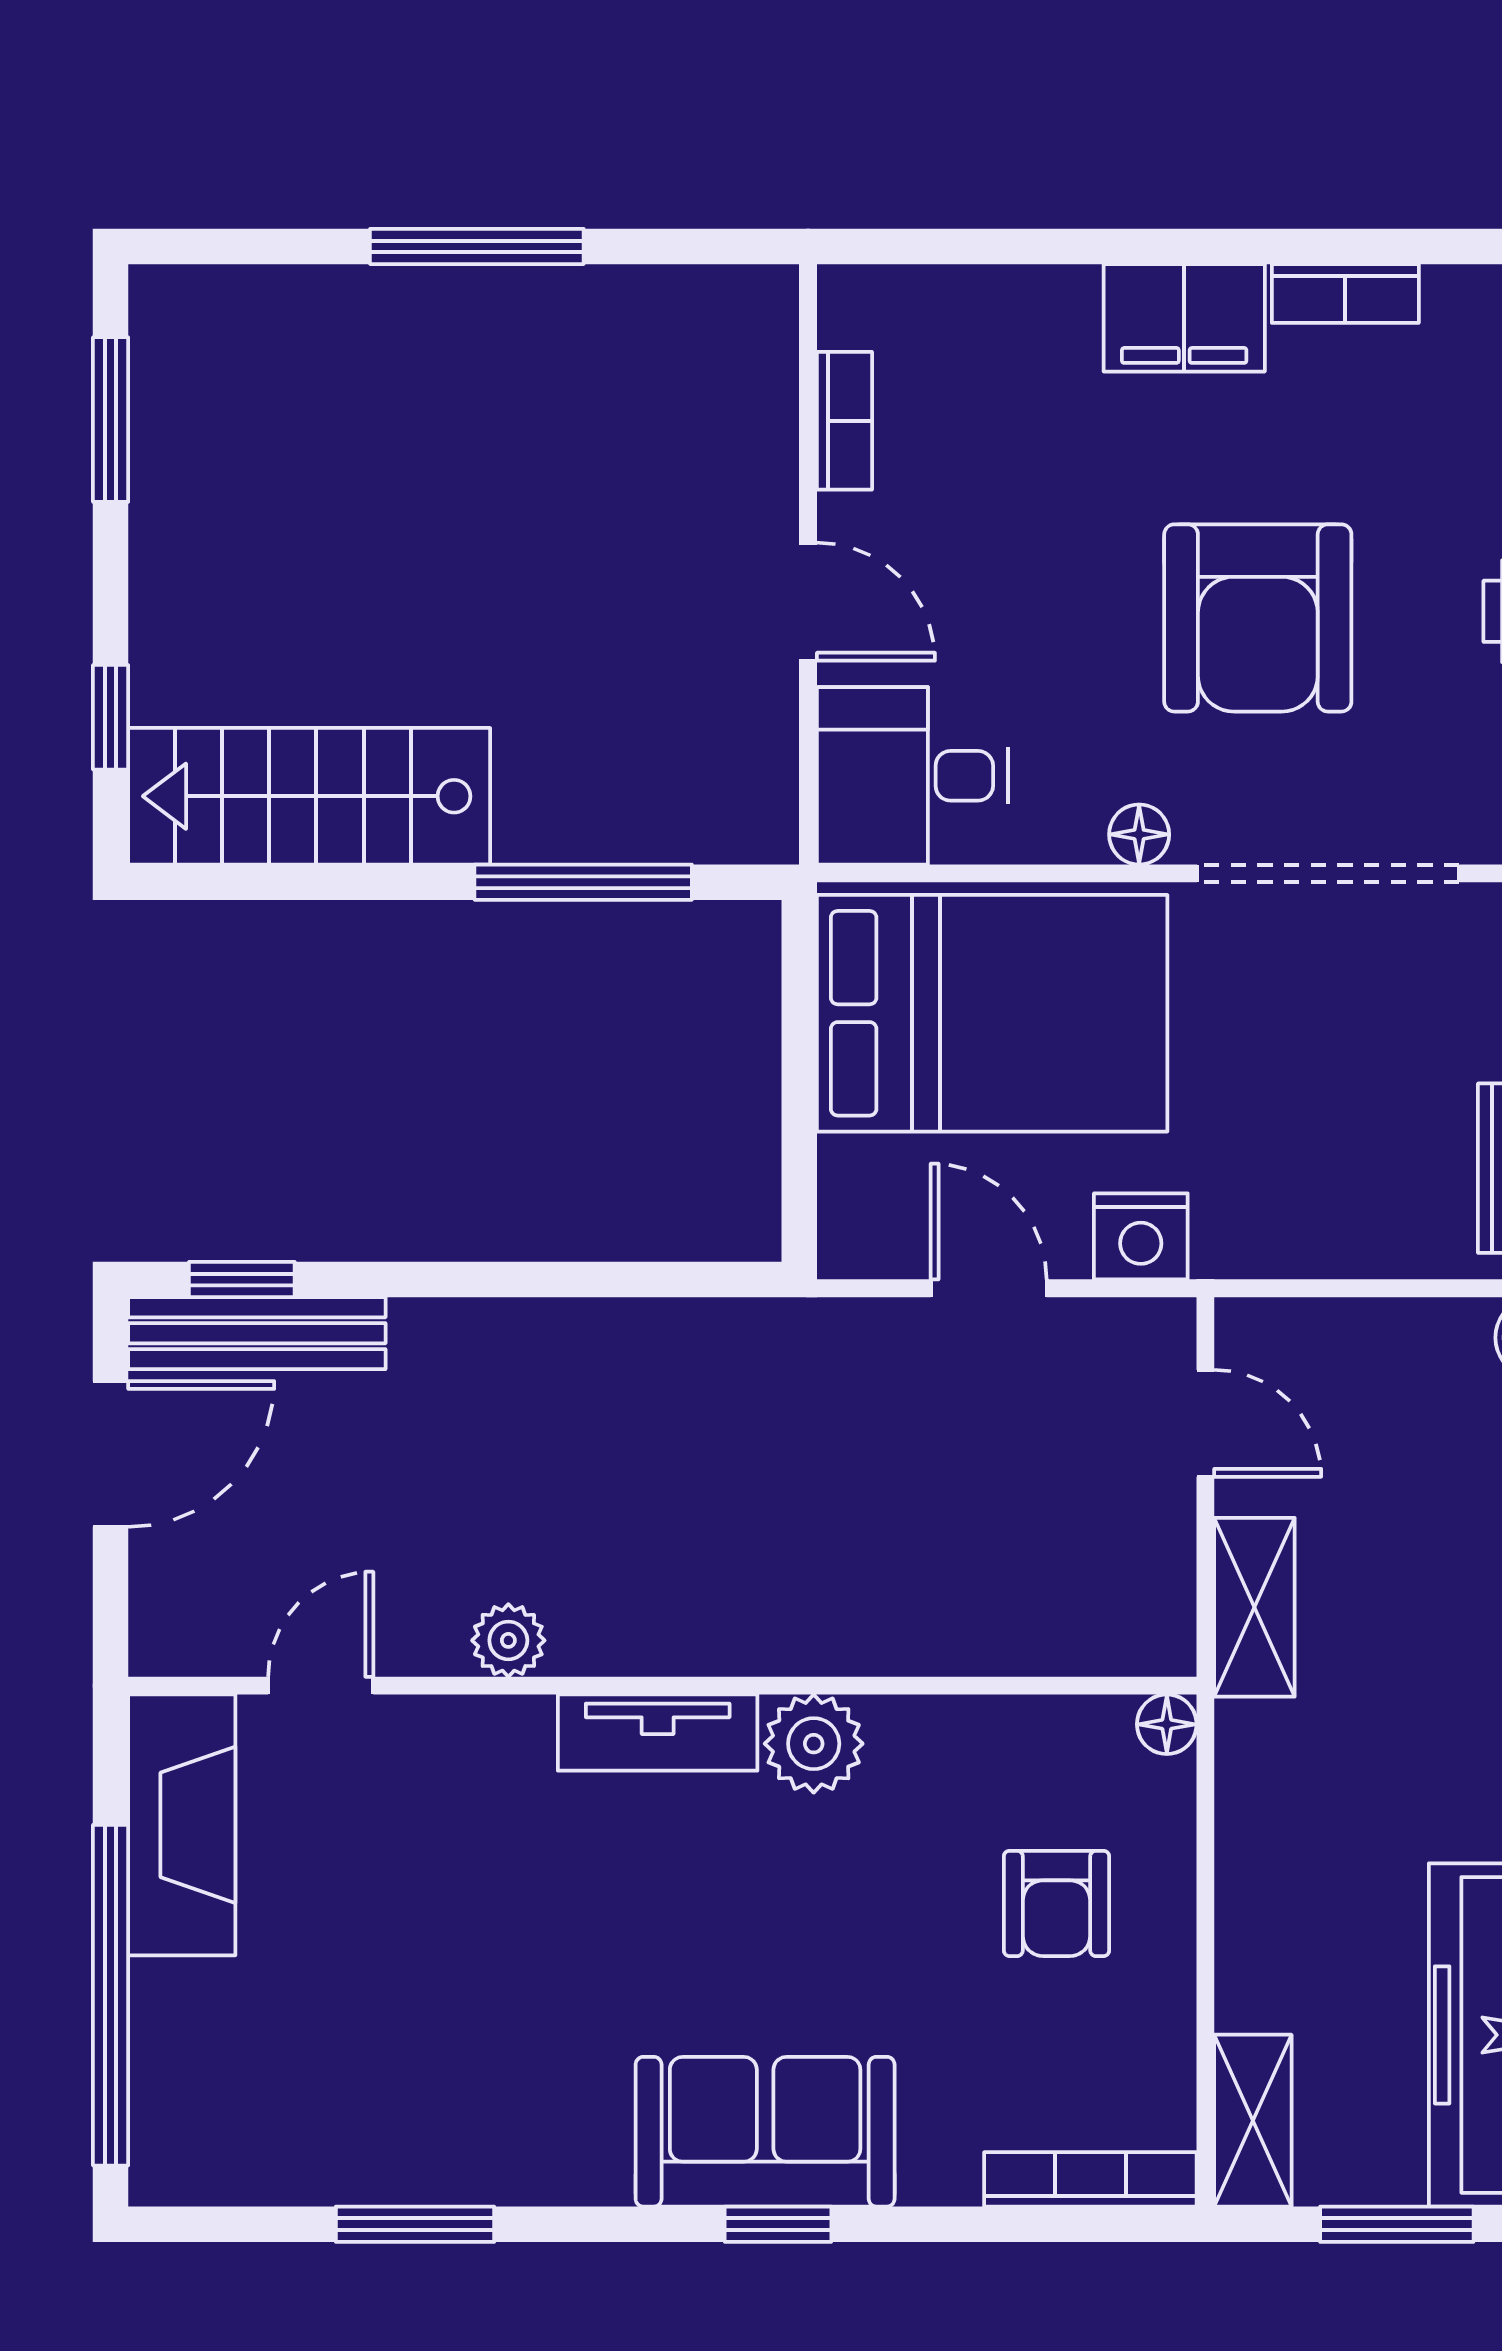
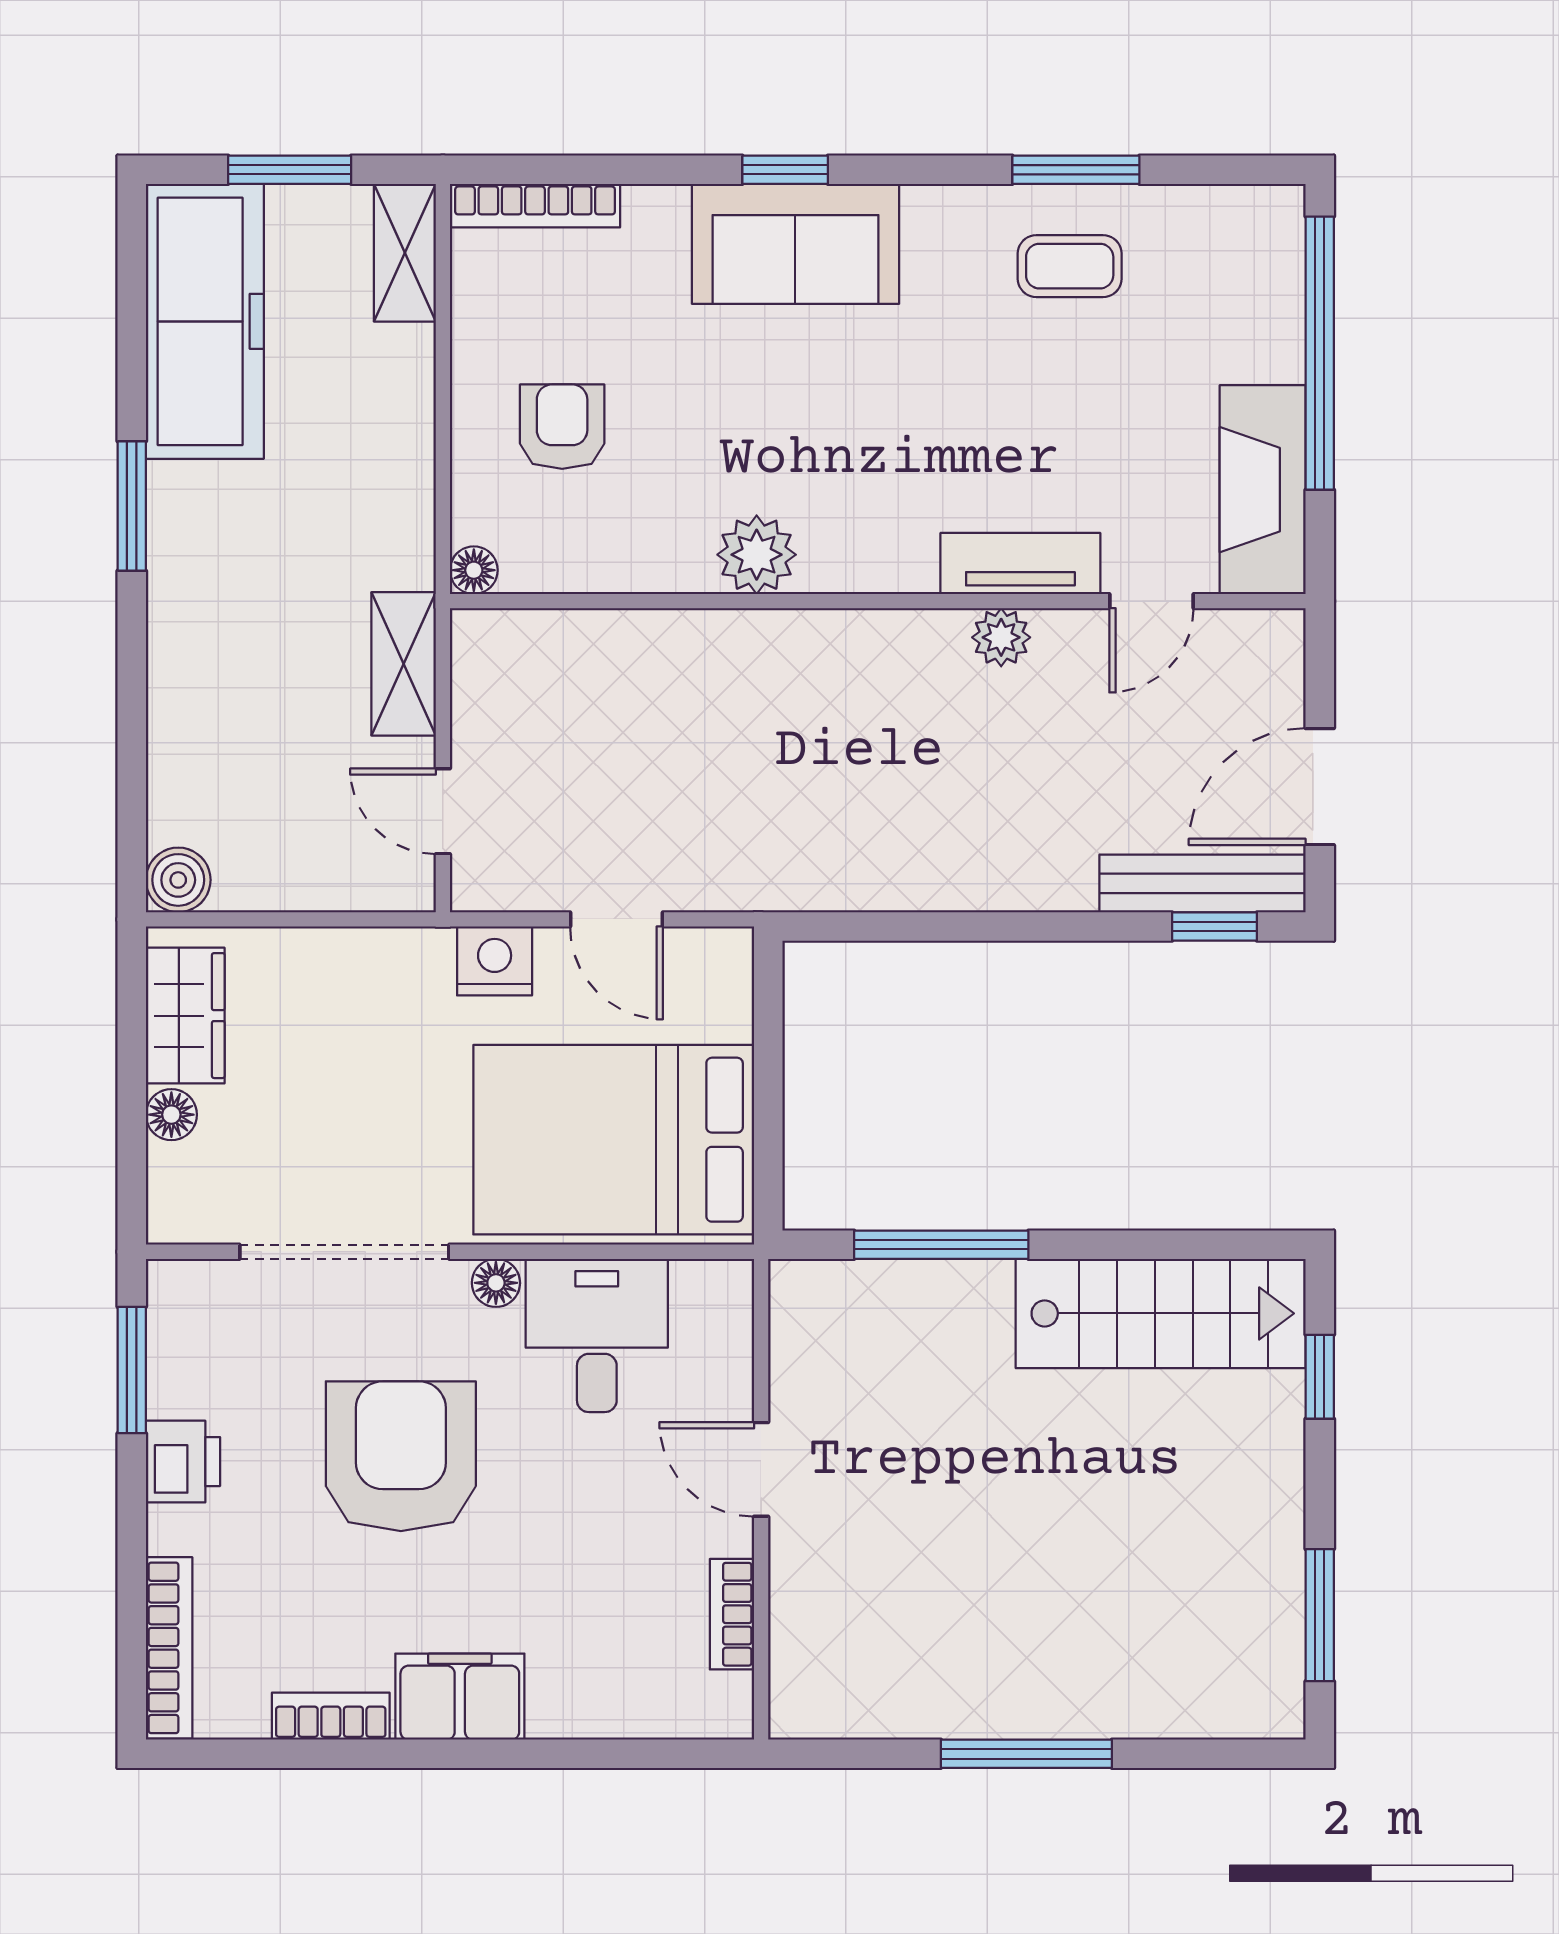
desk: (913, 776) -> (597, 1335), moved, turned -90
tv unit: (658, 1733) -> (1020, 564), moved
coffee table: (423, 2104) -> (1070, 266), added

